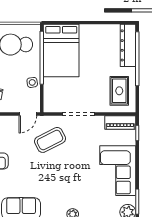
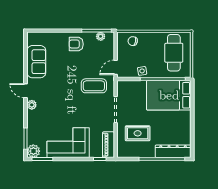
rug: (119, 91) -> (138, 133), moved
door: (28, 114) -> (116, 67), hinge flipped
coffee table: (50, 140) -> (94, 86), turned -63

